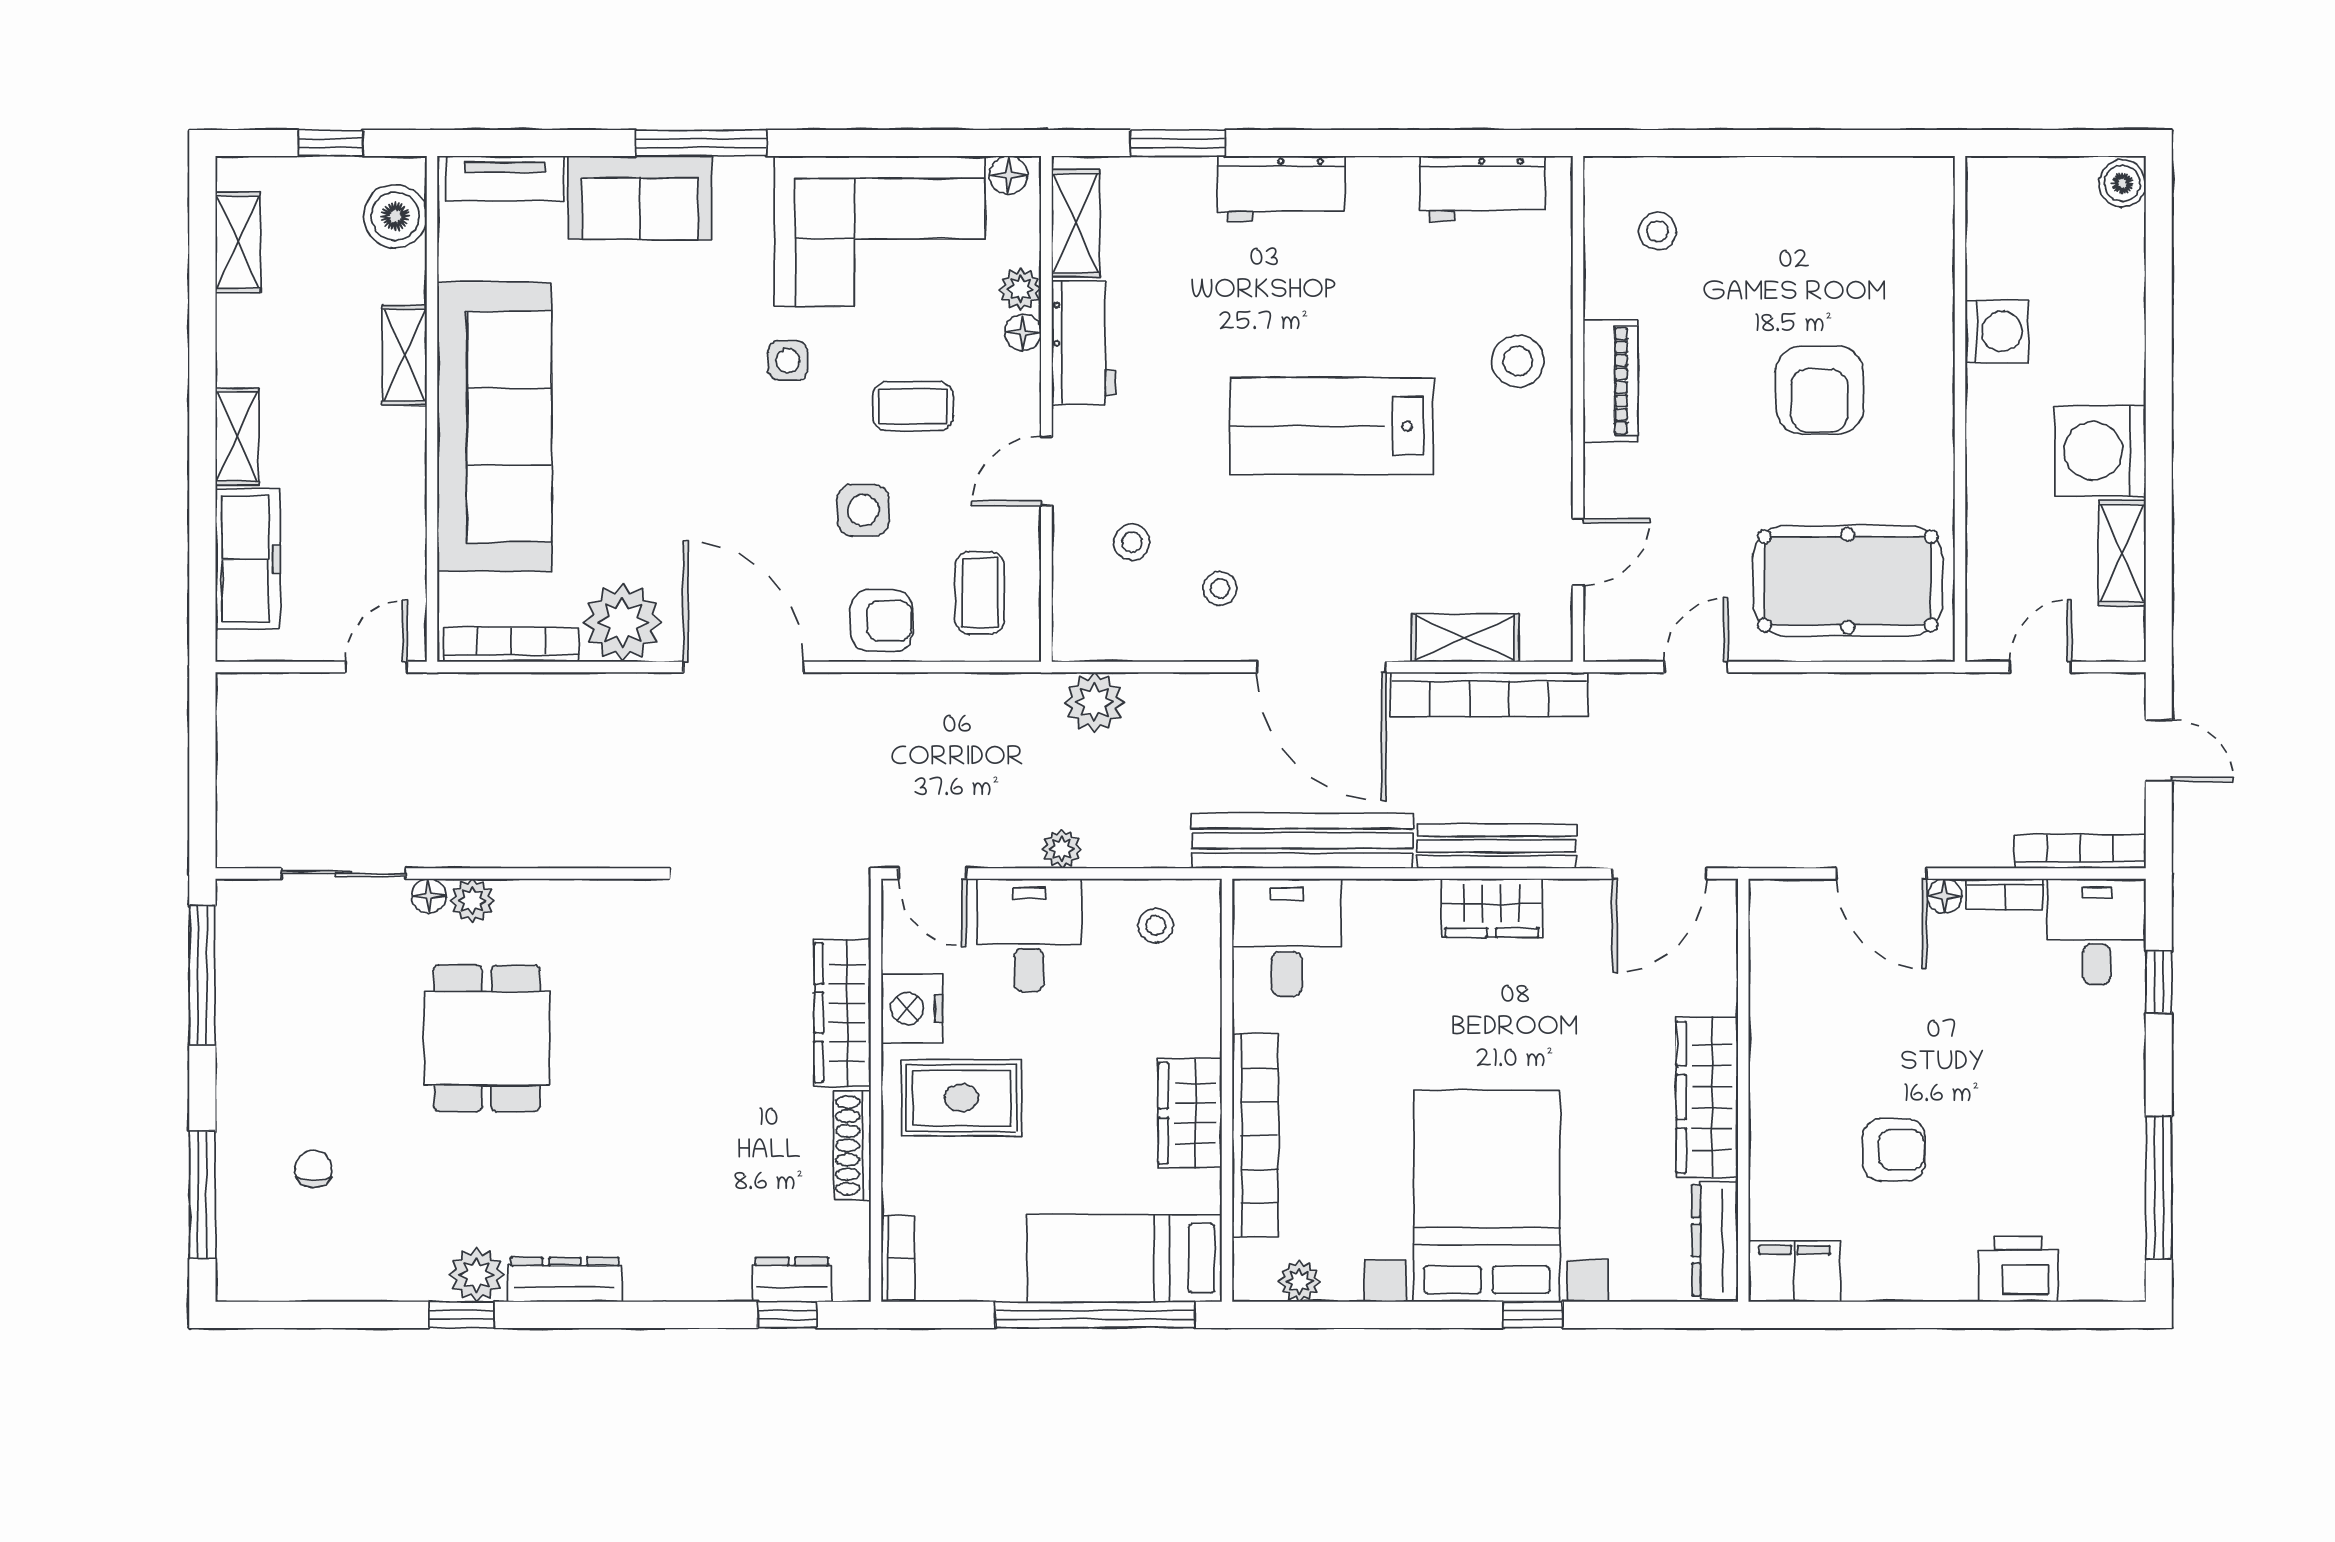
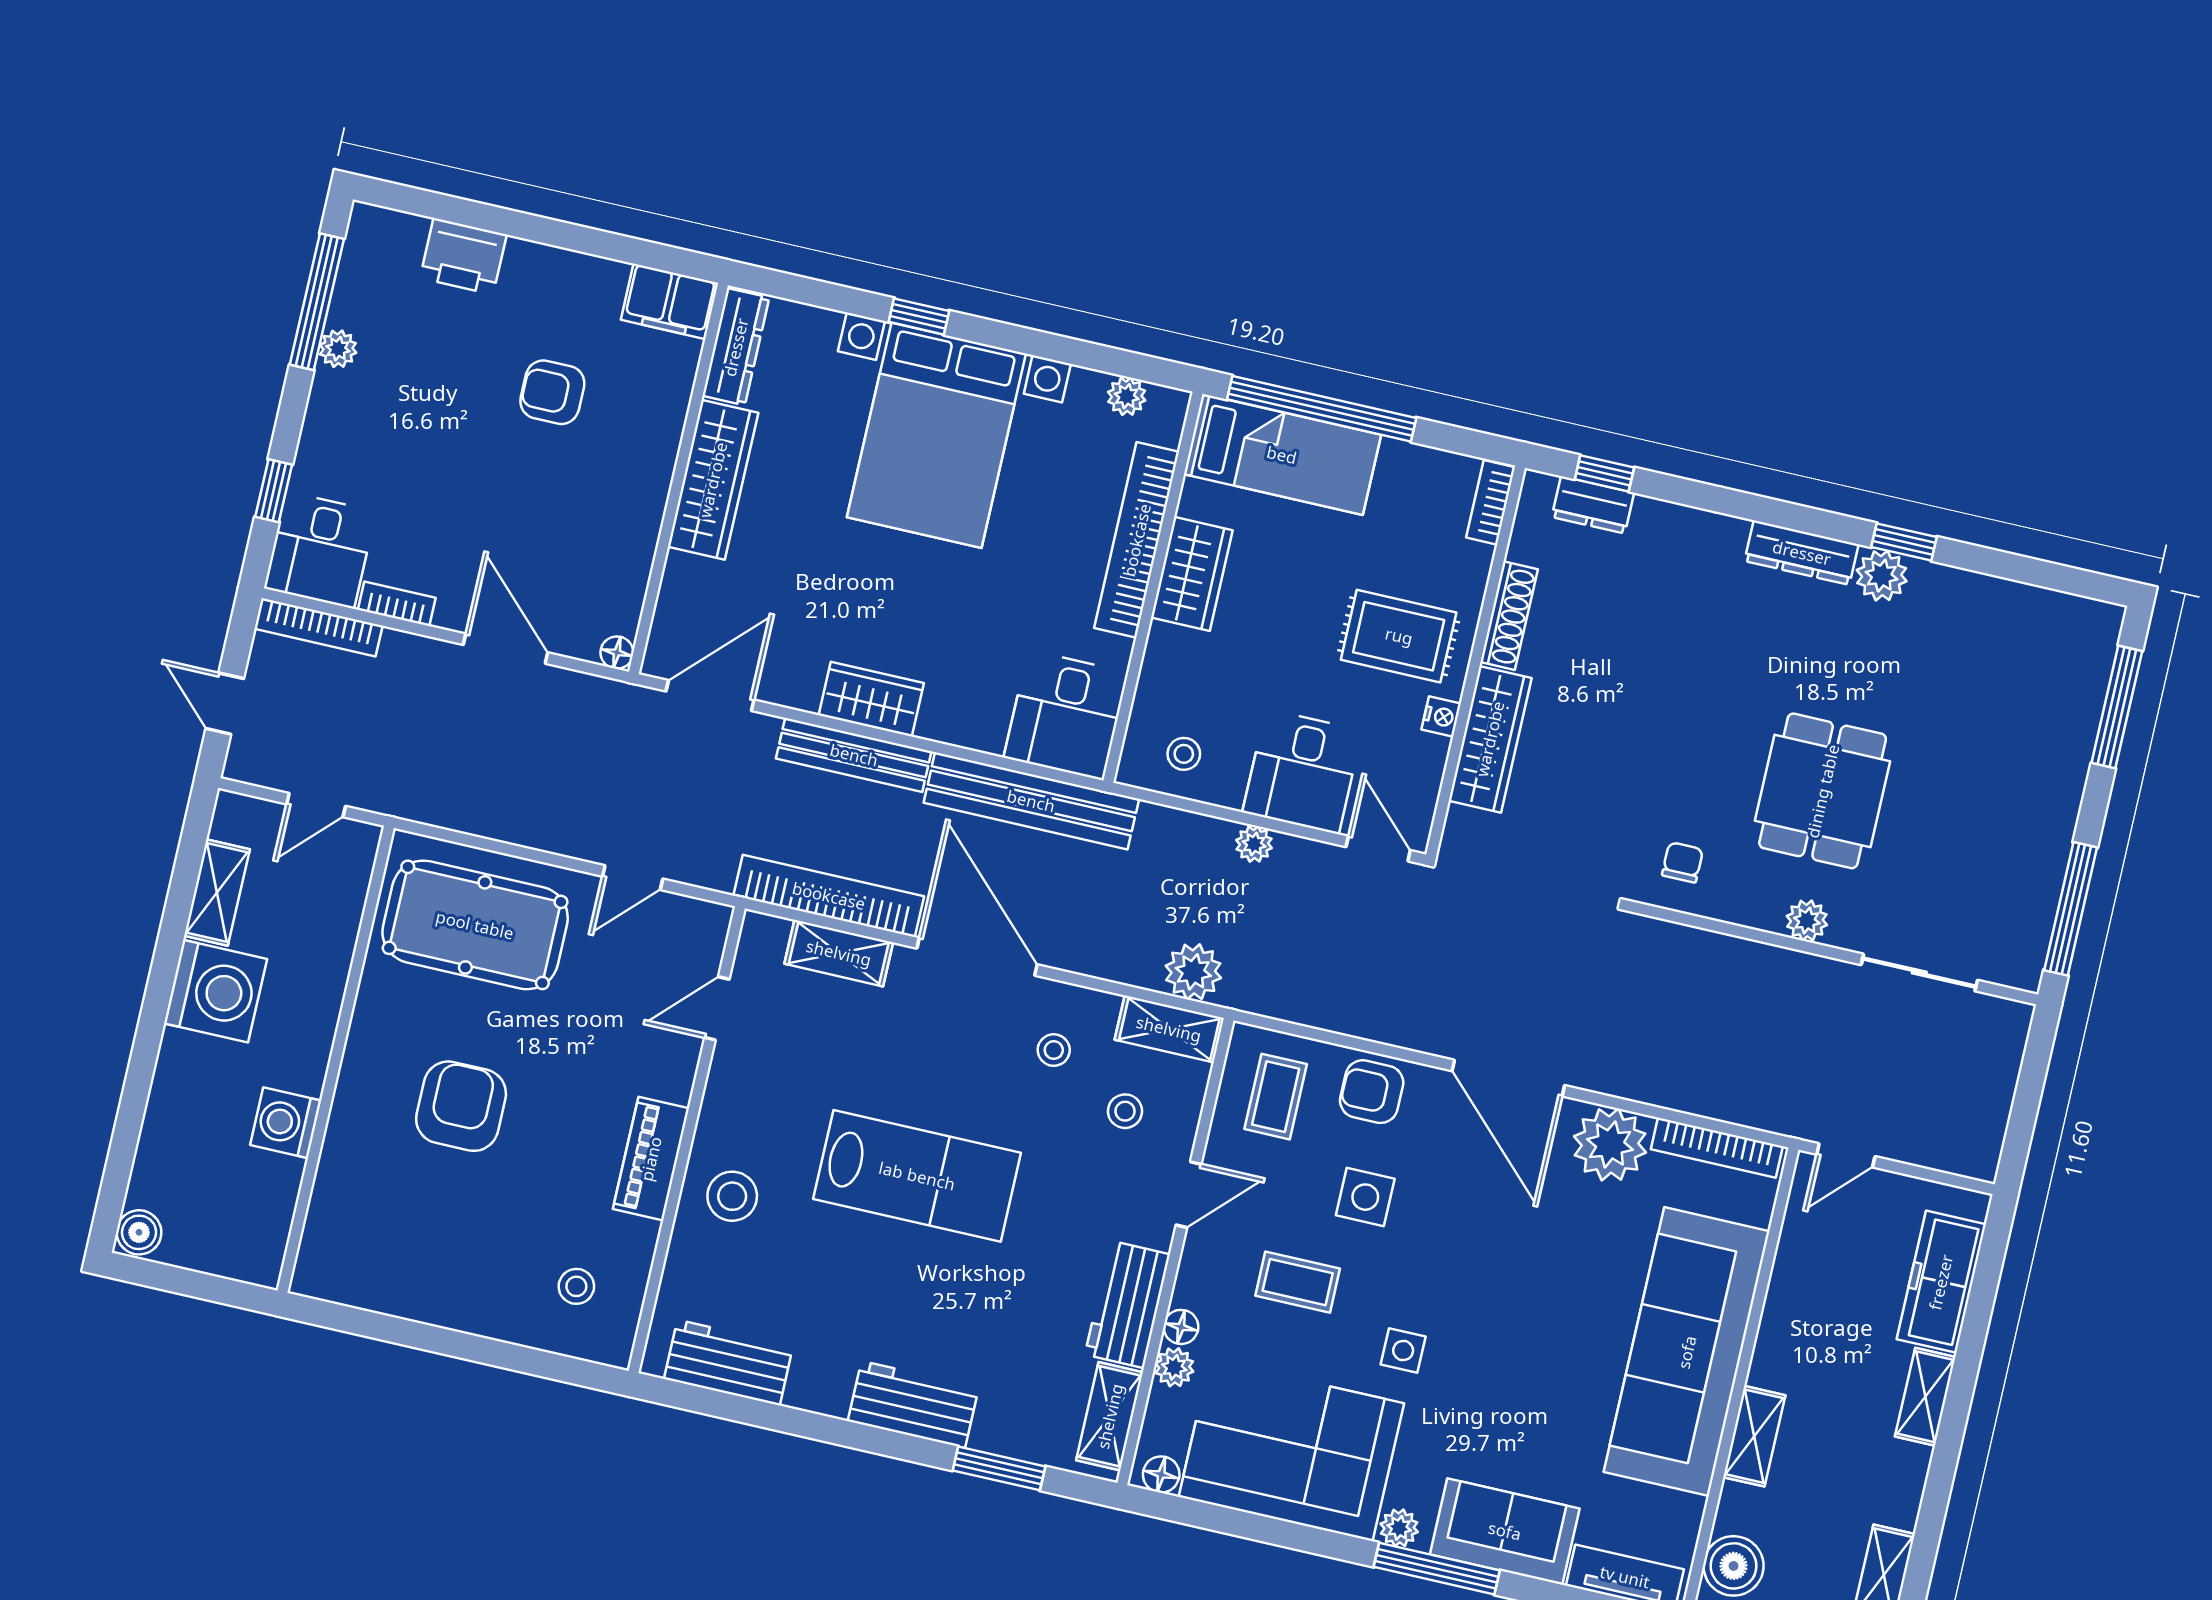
plant: (750, 176) -> (1399, 1528), added
shelving: (1105, 638) -> (1169, 1029), added
floor lamp: (429, 896) -> (1846, 934), removed
floor lamp: (1945, 896) -> (617, 653), moved
nightstand: (912, 1009) -> (1441, 716), width x0.53, depth x0.56
plant: (2126, 1144) -> (338, 349), added
chair: (313, 1169) -> (1682, 862), moved, turned 180

